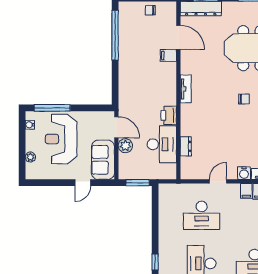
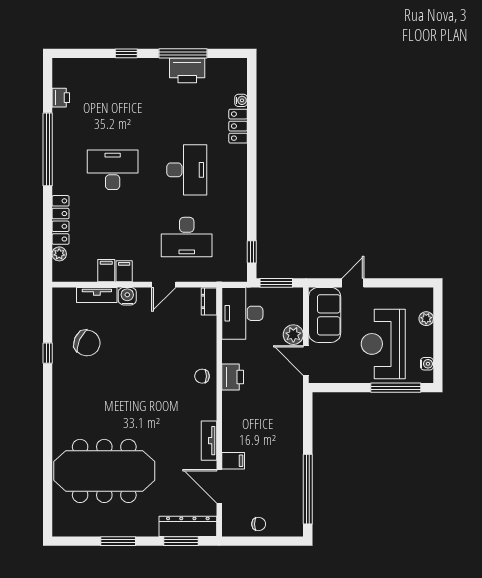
tv unit: (186, 89) -> (209, 441), moved
chair: (244, 99) -> (202, 376), moved
reception desk: (61, 139) -> (383, 344), turned 180
desk: (162, 144) -> (242, 313), moved
dresser: (186, 146) -> (209, 301), moved
desk: (202, 215) -> (187, 237), turned 180
window: (155, 262) -> (252, 252), moved

